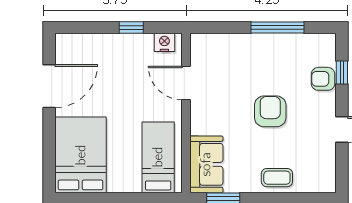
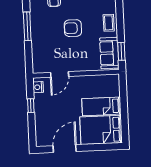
door: (49, 86) -> (65, 149), hinge flipped
bed: (158, 157) -> (101, 106), moved
sofa: (206, 164) -> (109, 53), moved, turned -90

